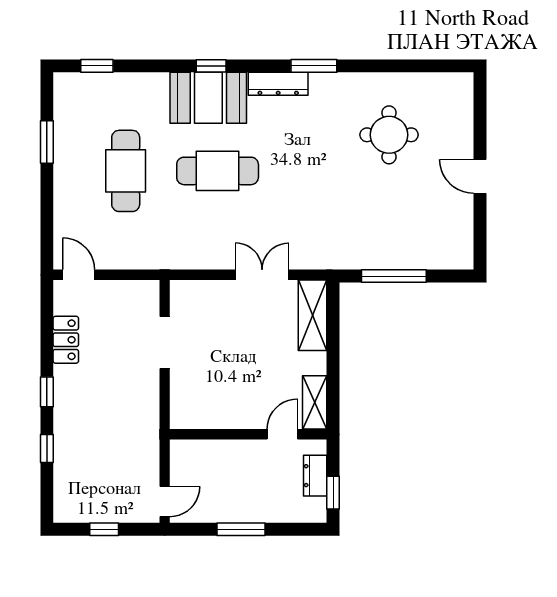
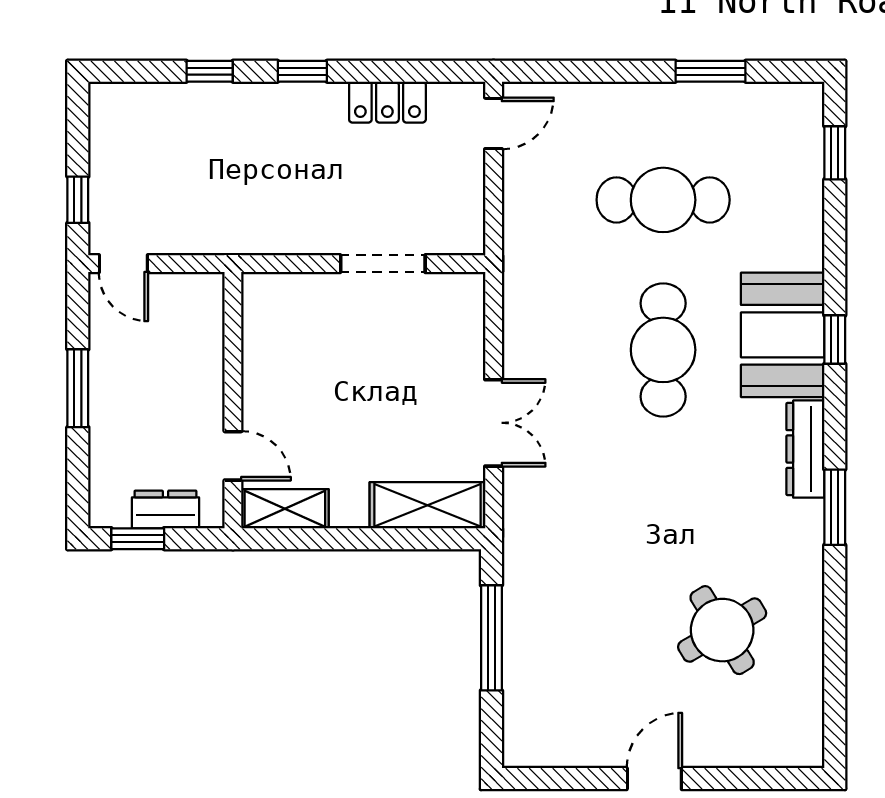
round table: (389, 135) -> (722, 630), turned -31
window: (104, 529) -> (78, 200), moved

